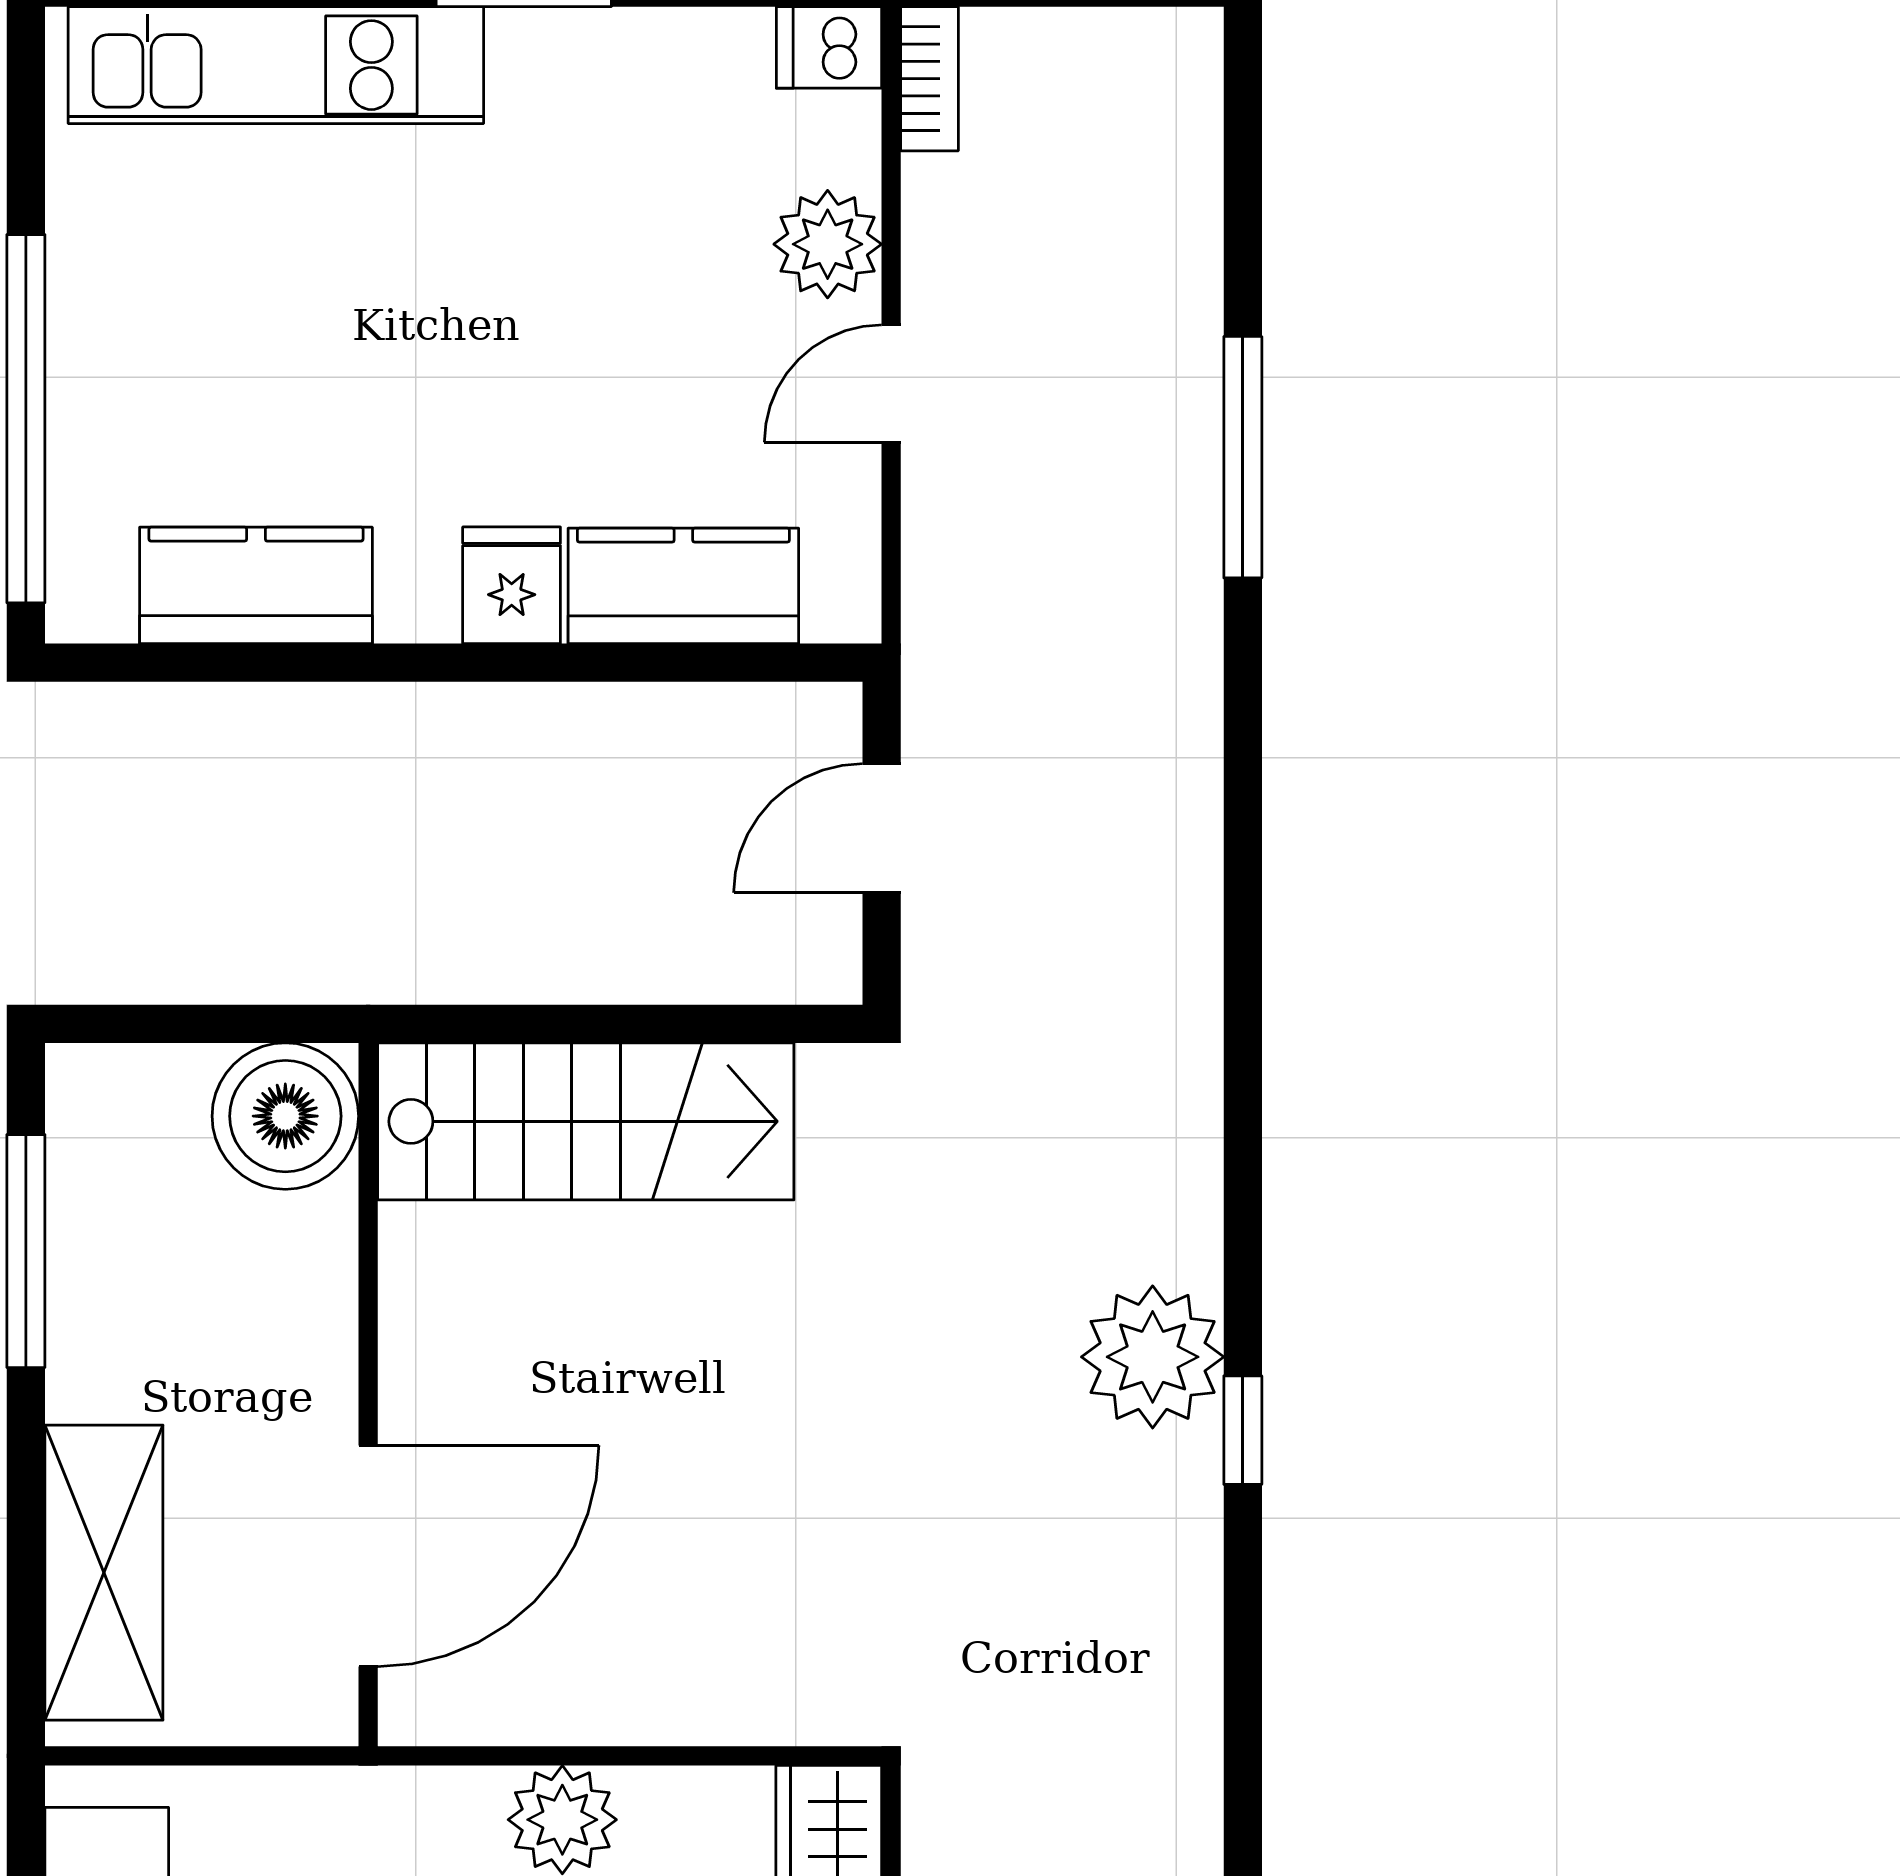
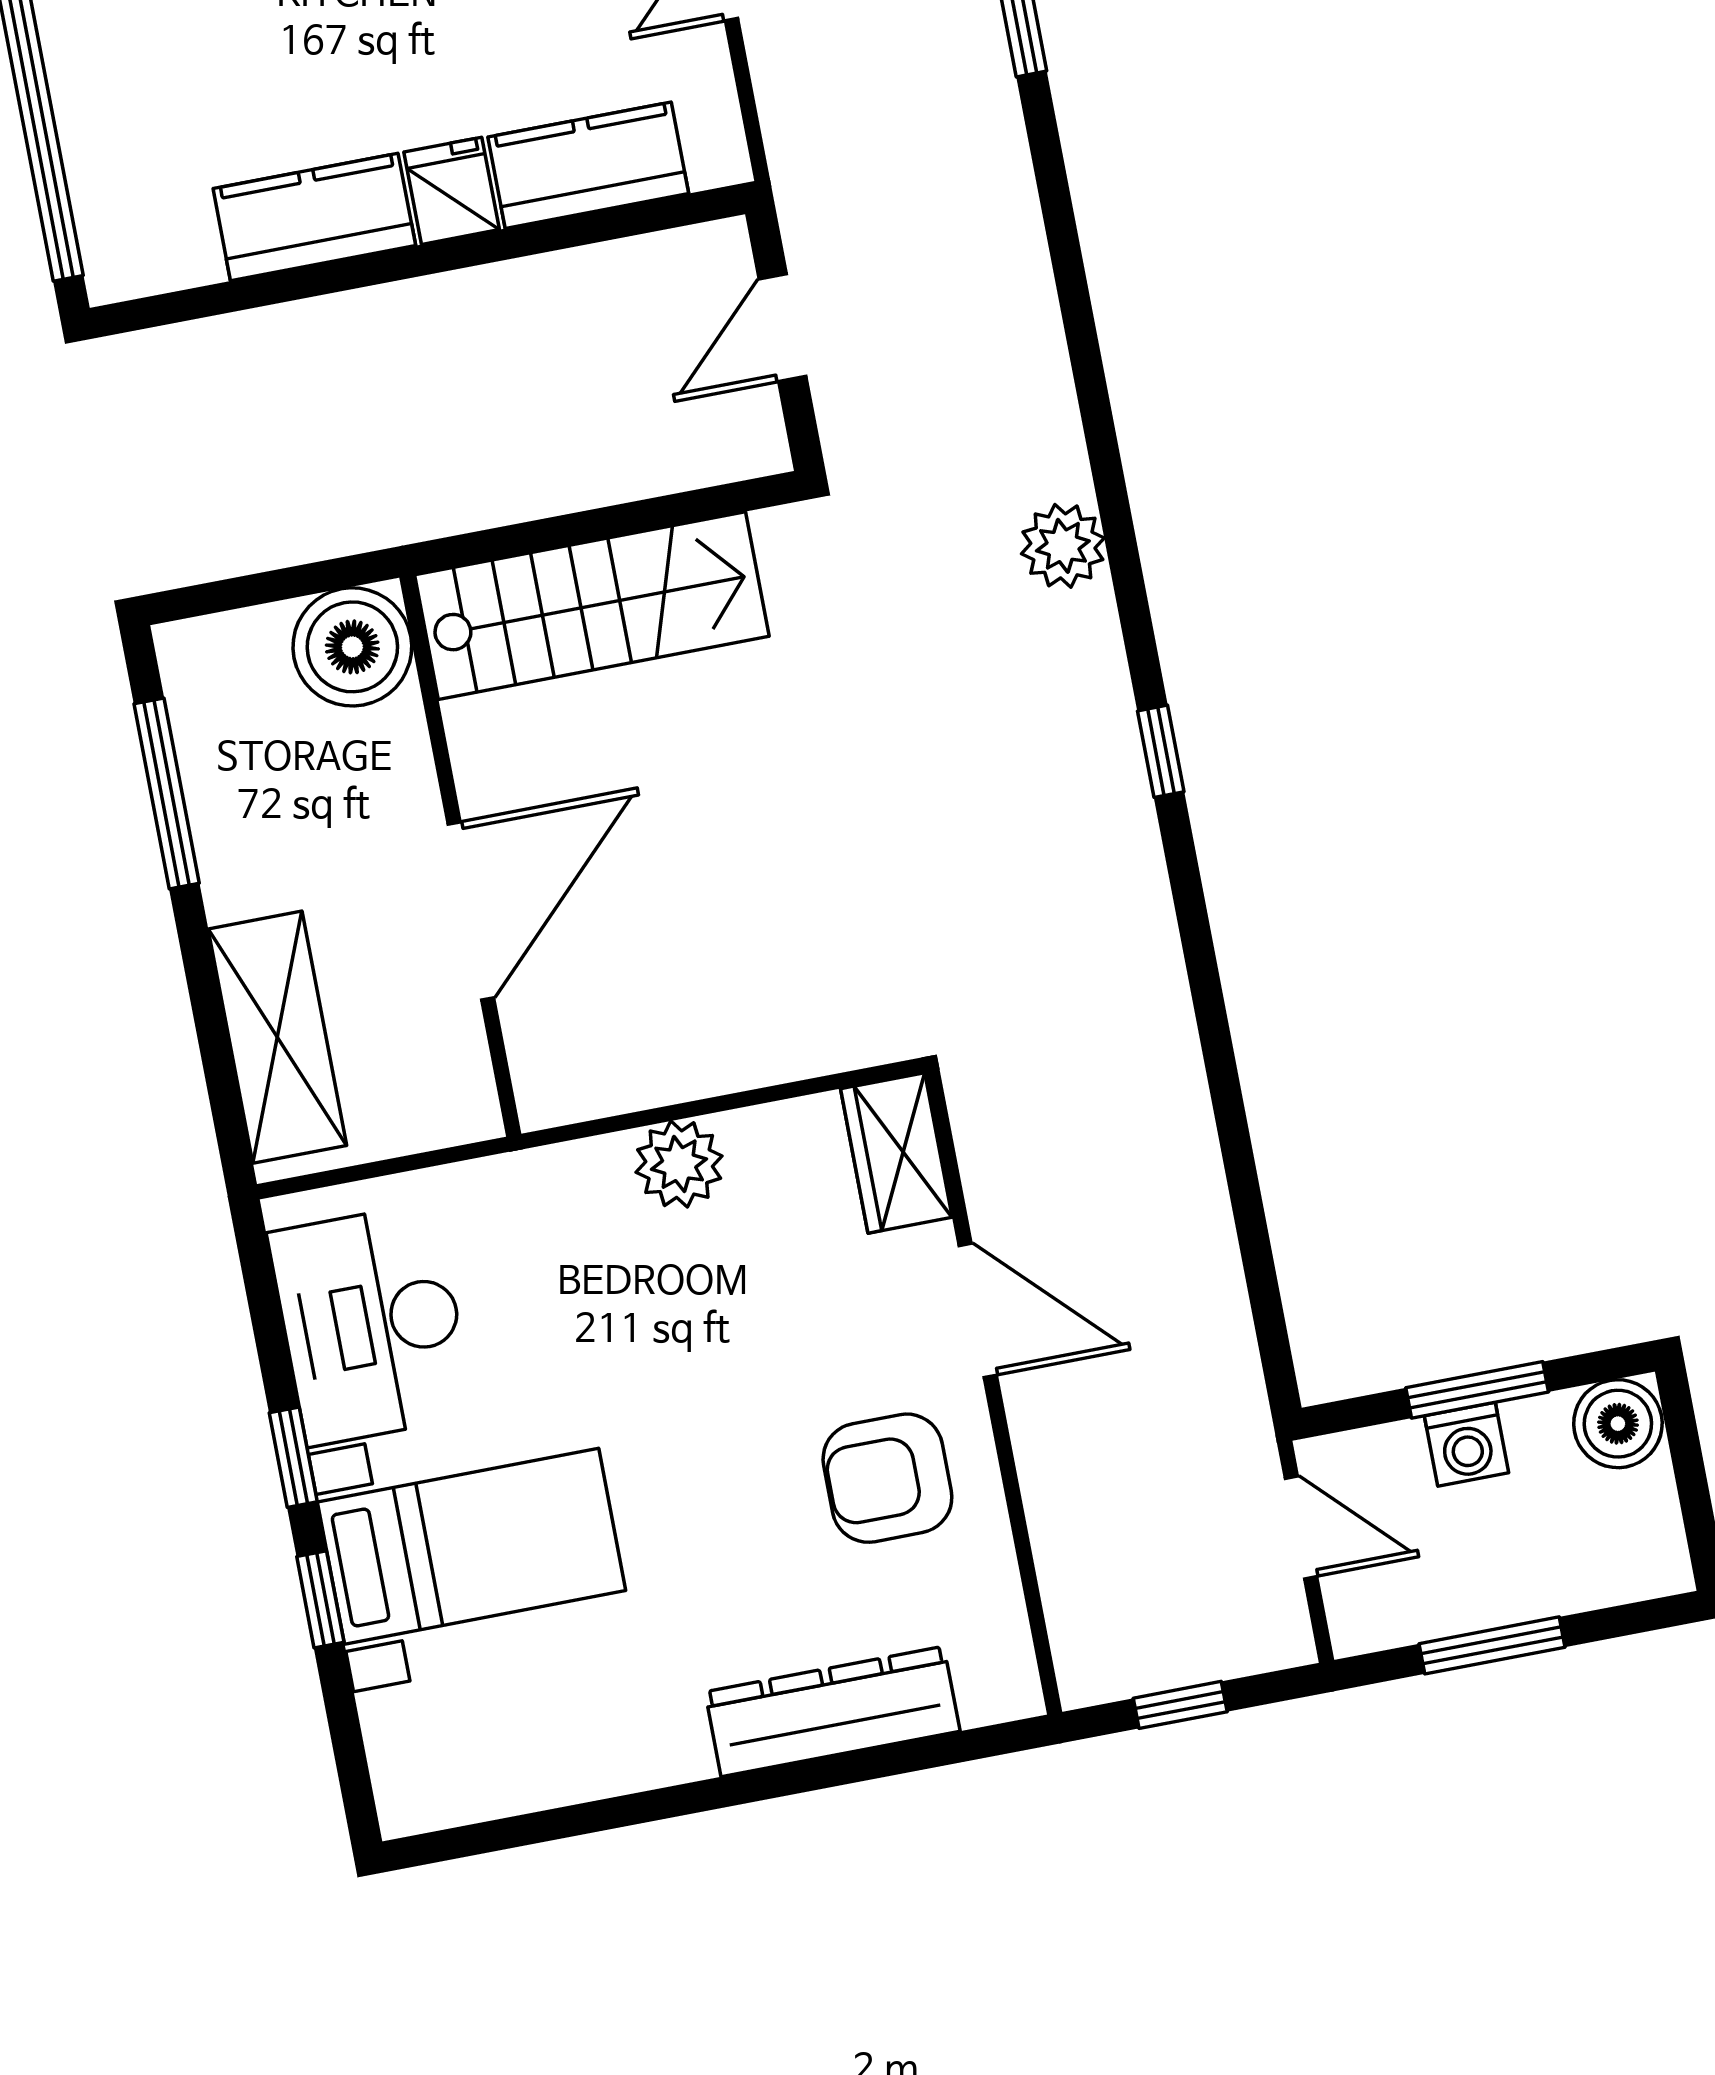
kitchen counter: (256, 585) -> (314, 217), moved
plant: (1153, 1357) -> (1063, 546), moved, width x0.73, depth x0.73
door: (368, 1556) -> (471, 911), moved

